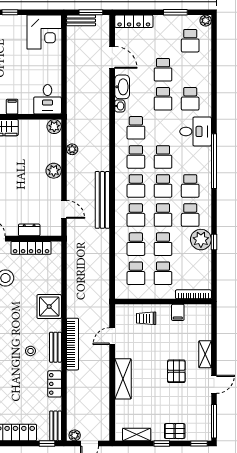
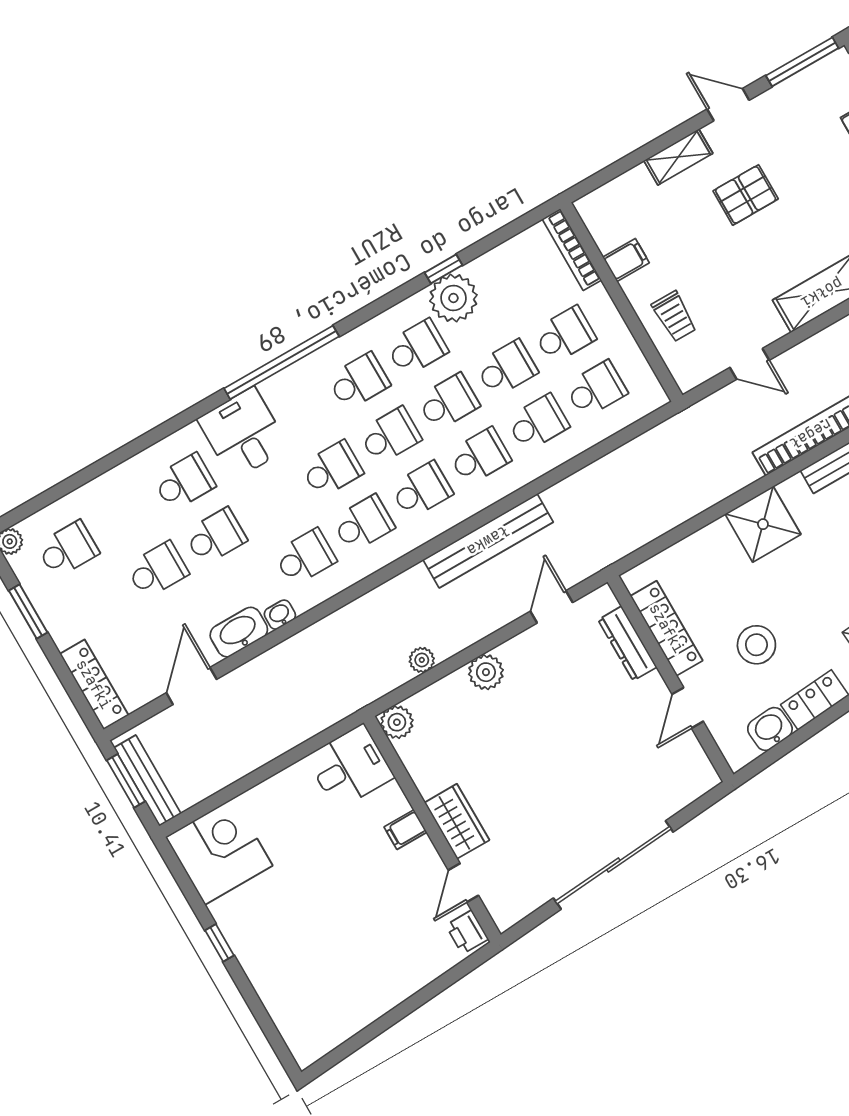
bench: (81, 20) -> (147, 781), width x1.36
dresser: (29, 230) -> (627, 643), width x1.44

